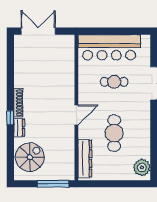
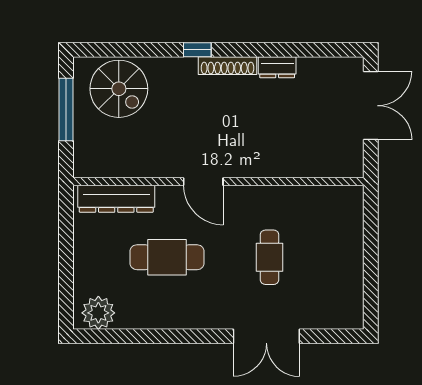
bar counter: (109, 47) -> (338, 247), removed
dresser: (19, 128) -> (277, 67), moved
window: (53, 184) -> (66, 109), moved

